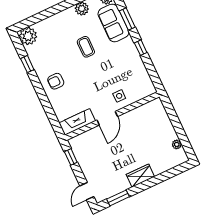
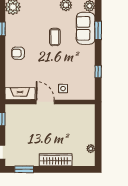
window: (141, 48) -> (98, 72), moved
door: (107, 118) -> (45, 102), swing flipped
wardrobe: (140, 176) -> (56, 160), width x1.50

